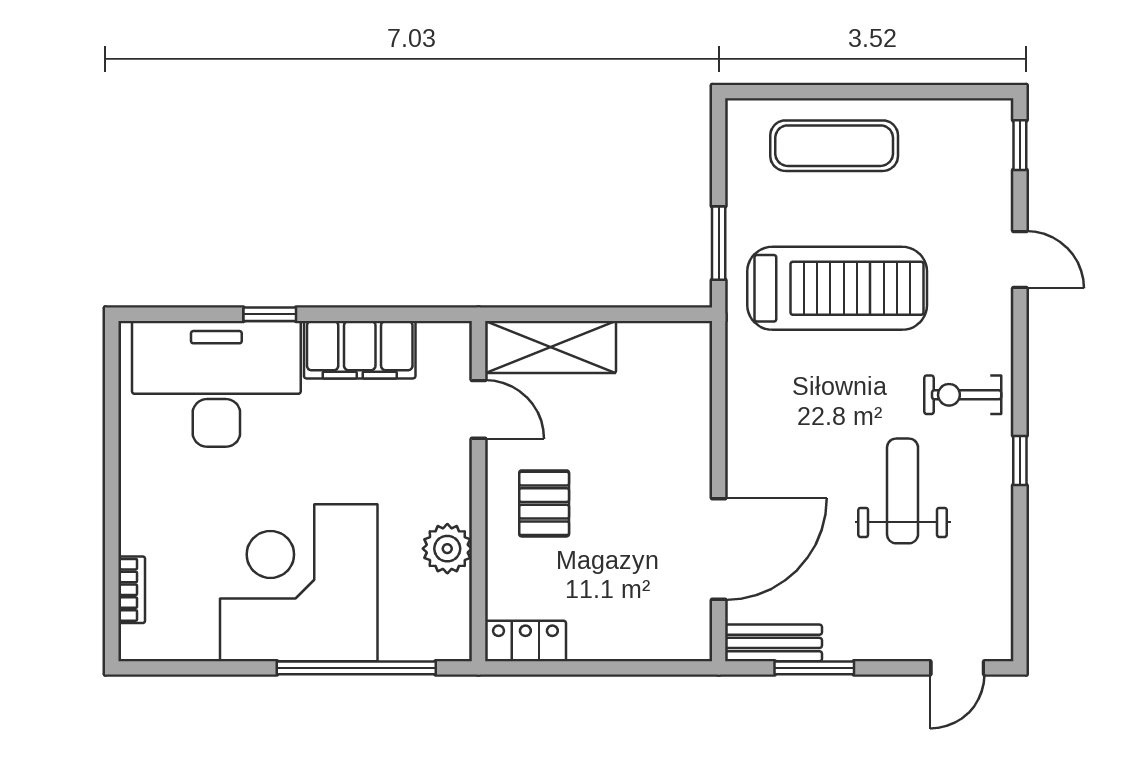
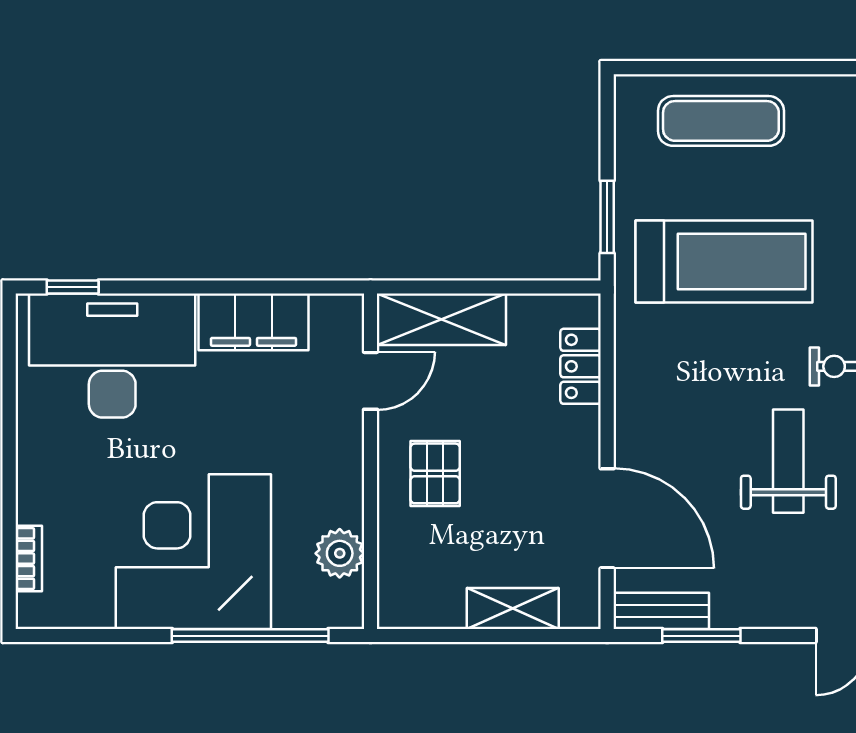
window: (270, 314) -> (73, 287), moved
door: (478, 409) -> (370, 381), hinge flipped
plant: (447, 549) -> (340, 553), moved
door: (719, 549) -> (607, 518), hinge flipped
shelving: (623, 640) -> (513, 608), added
locker: (525, 641) -> (581, 366), moved, turned -90

